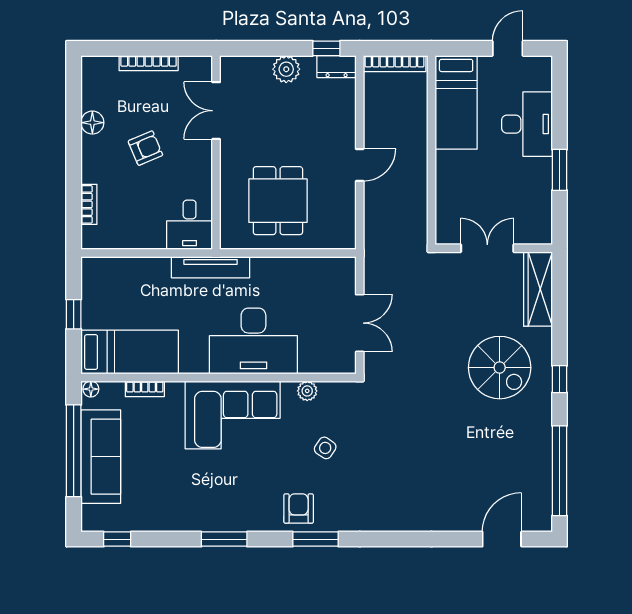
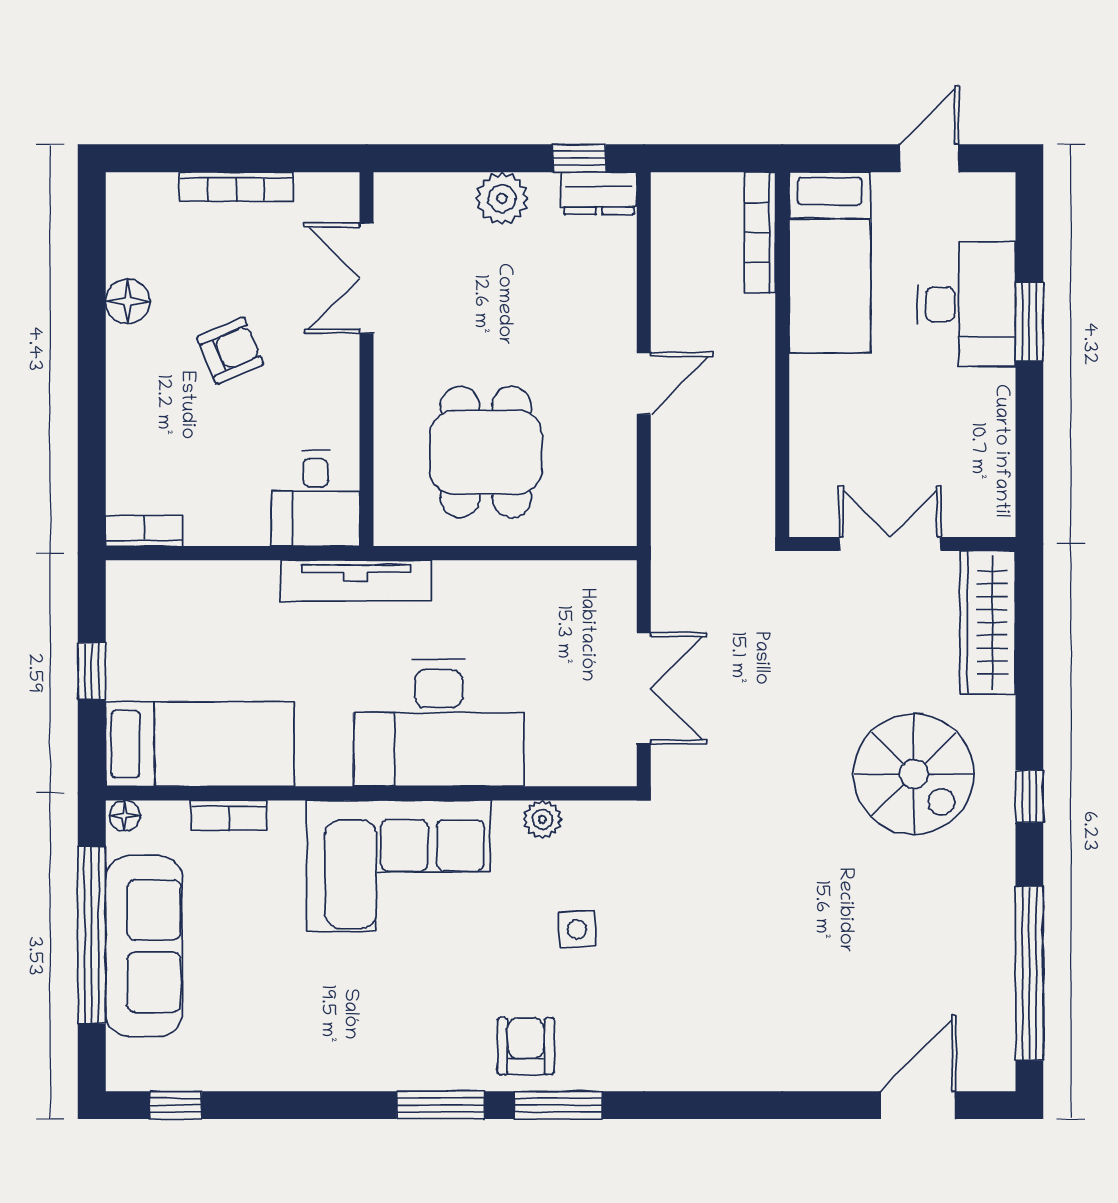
bookcase: (395, 64) -> (760, 232), moved, turned 90
window: (560, 170) -> (1029, 322), moved
bookcase: (89, 204) -> (144, 531), moved, turned -90
side table: (325, 448) -> (577, 929), turned -37
window: (224, 539) -> (441, 1105), moved

